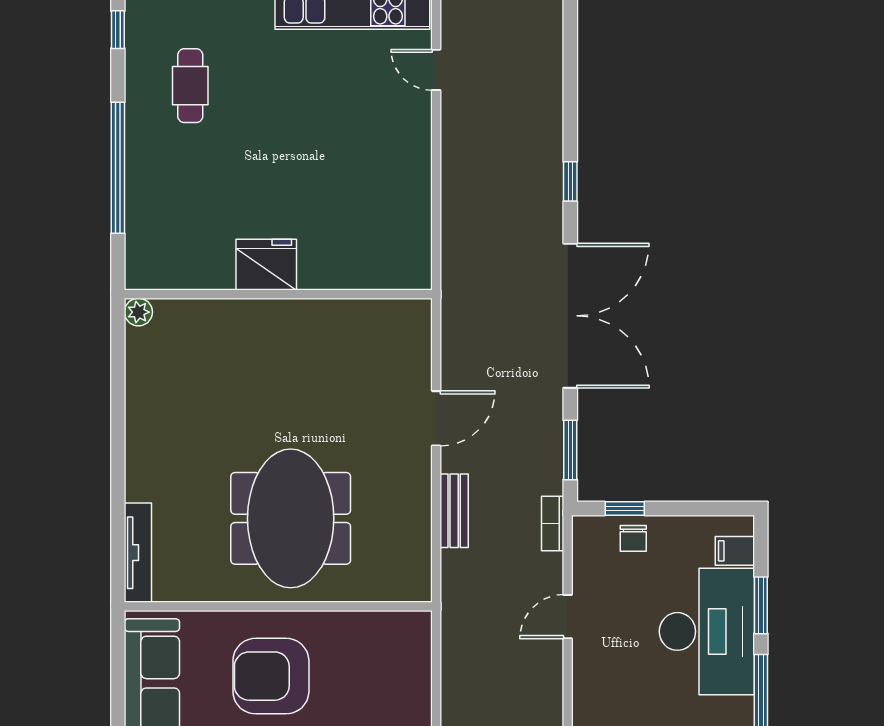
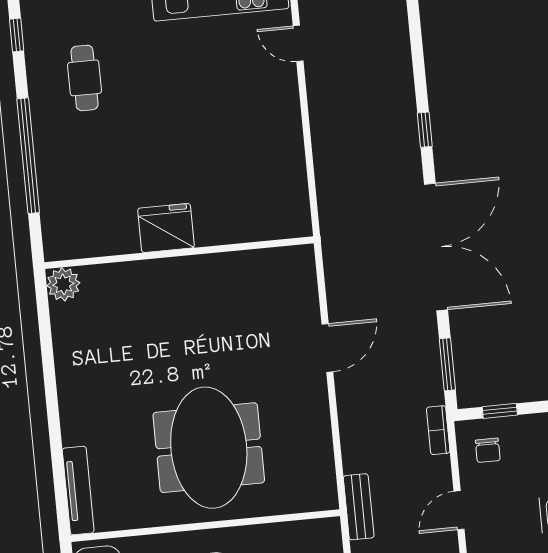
plant: (138, 312) -> (63, 284), width x1.38, depth x1.38
bench: (454, 511) -> (359, 507), moved
chair: (633, 538) -> (488, 450), moved

